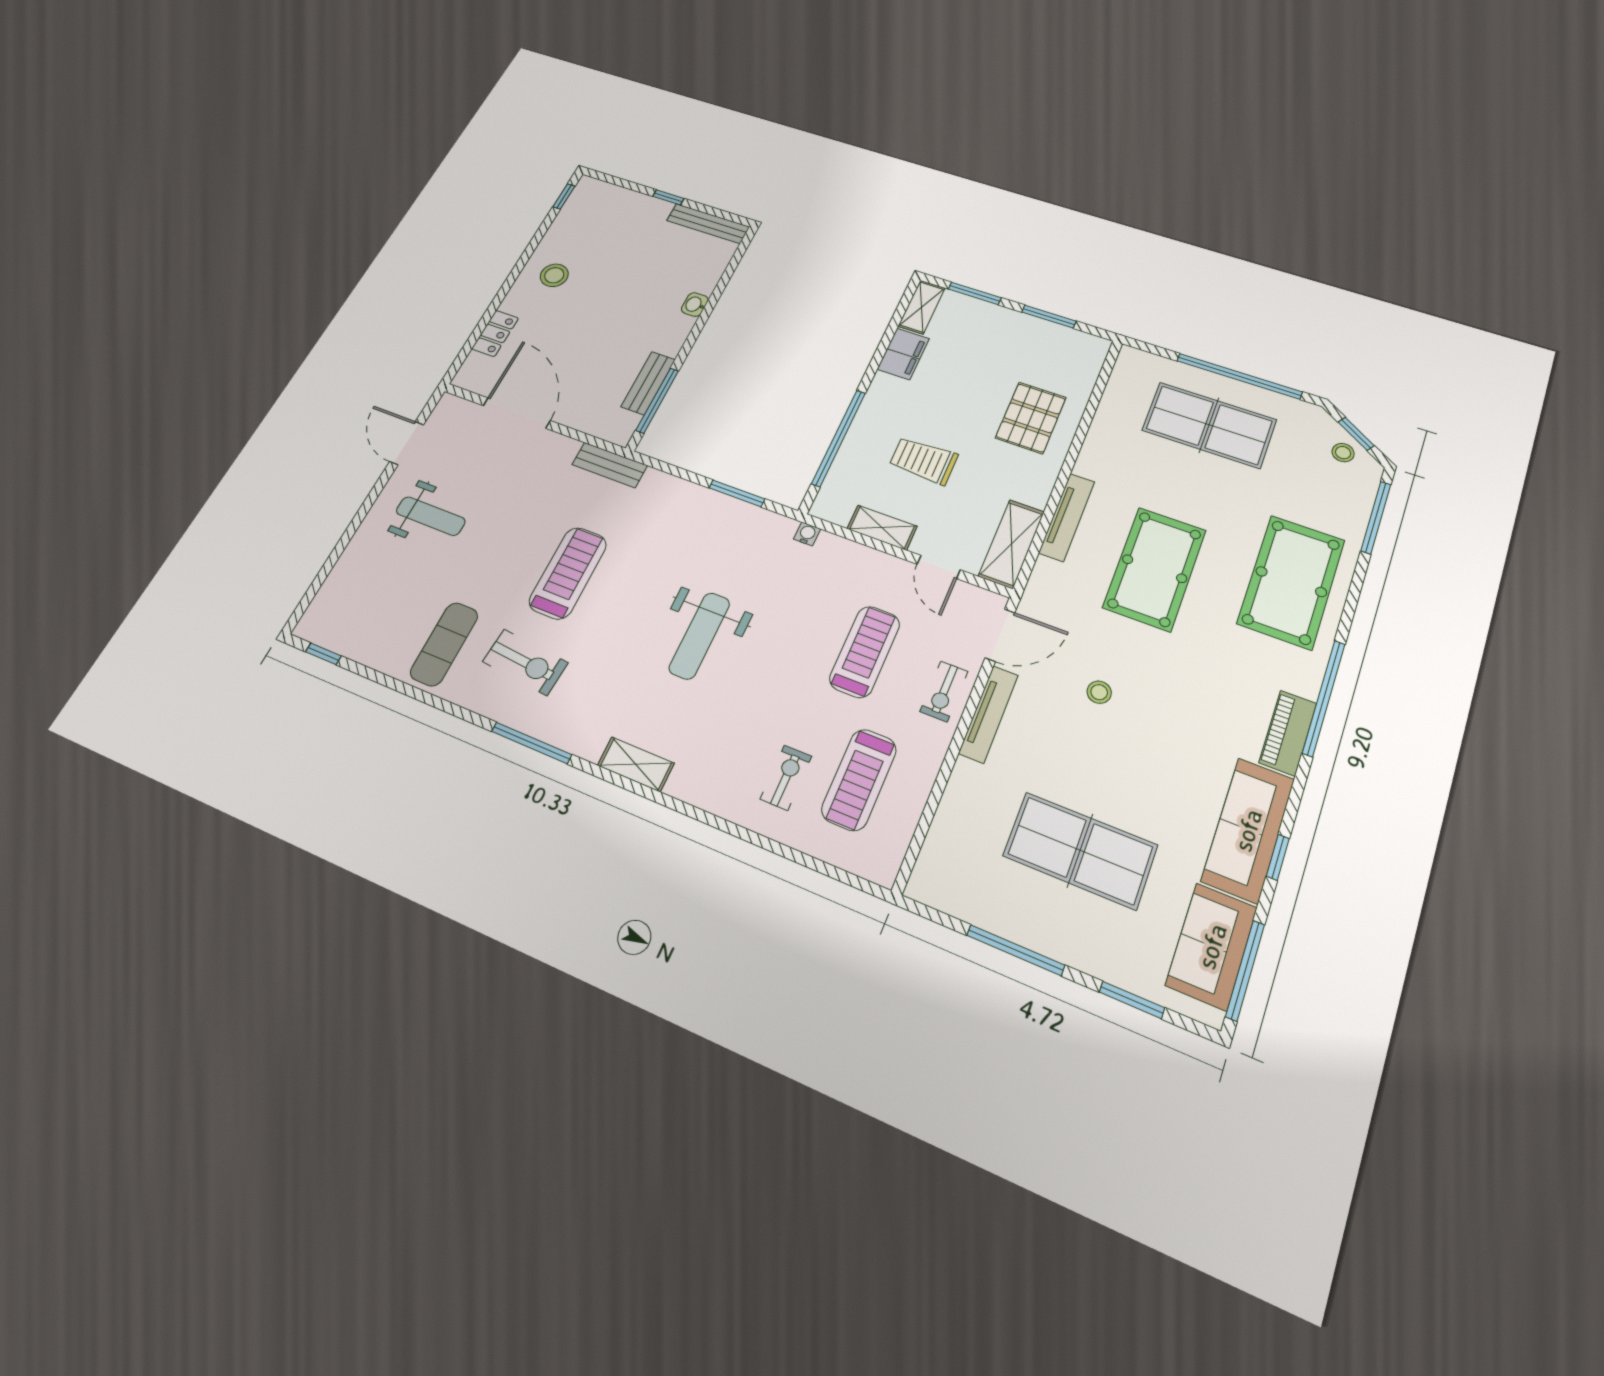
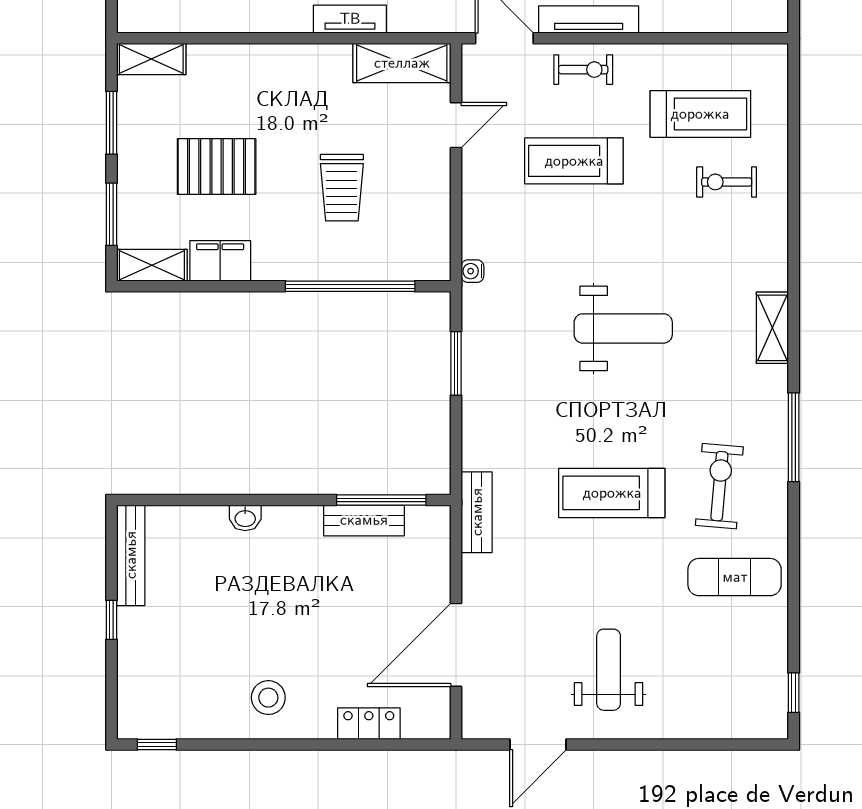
pallet: (1031, 418) -> (217, 167), moved
tv unit: (1067, 517) -> (350, 19), width x0.71
shelving: (882, 528) -> (151, 59), moved, turned 90

